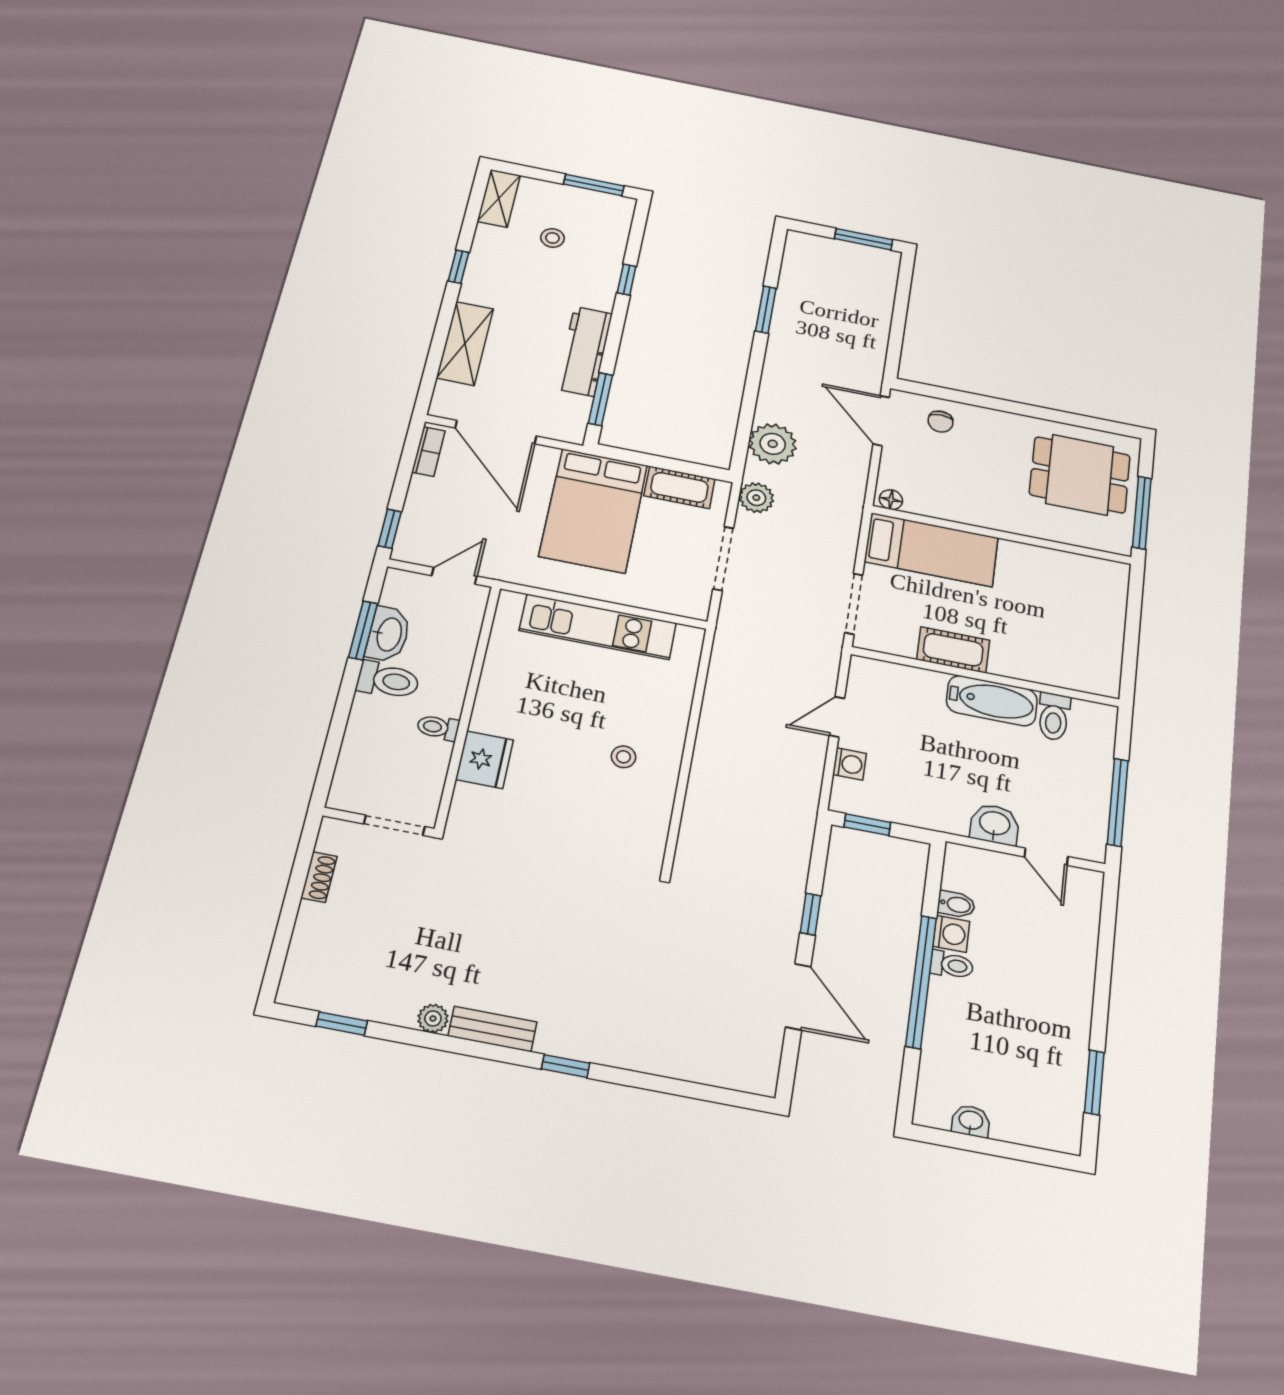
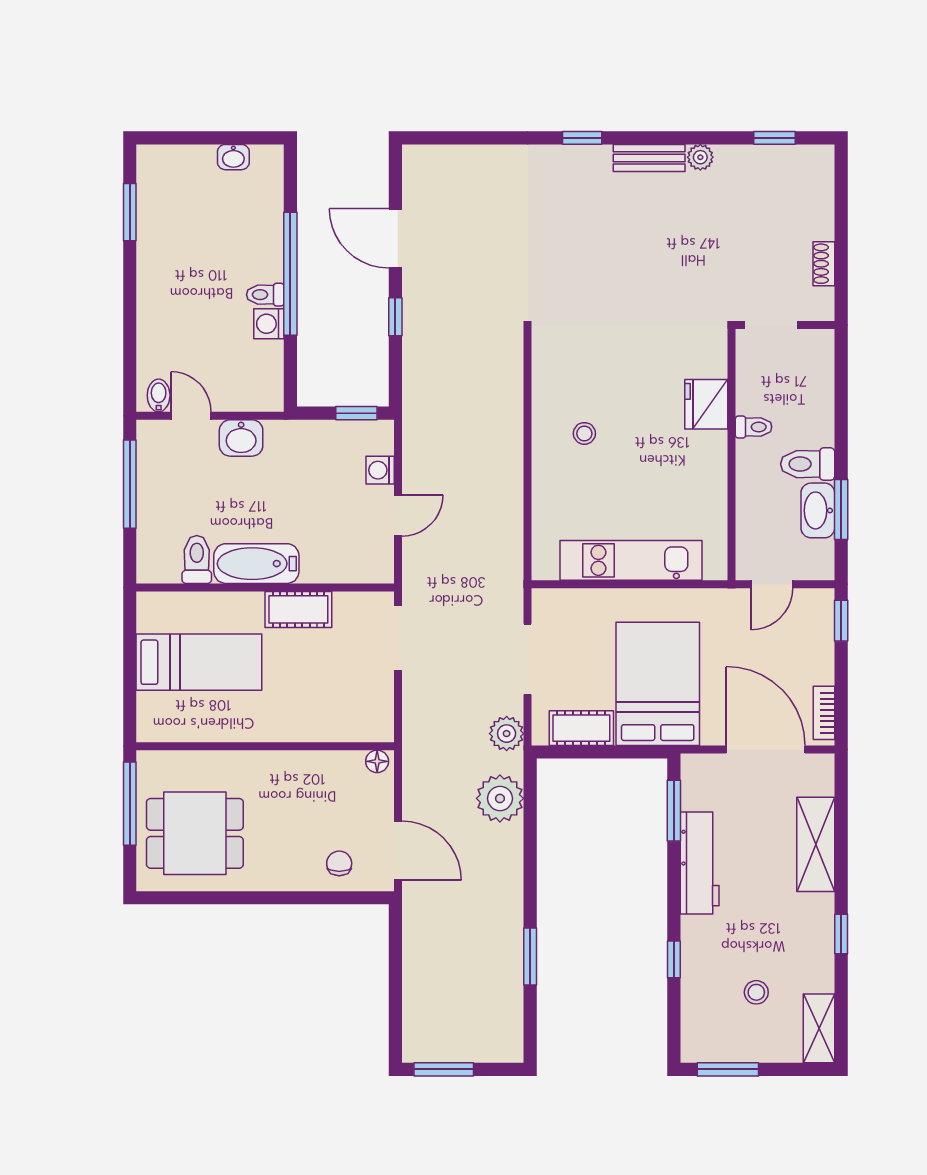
bed: (931, 550) -> (199, 662), moved, turned 180
bidet: (956, 904) -> (159, 395), moved, turned 90

